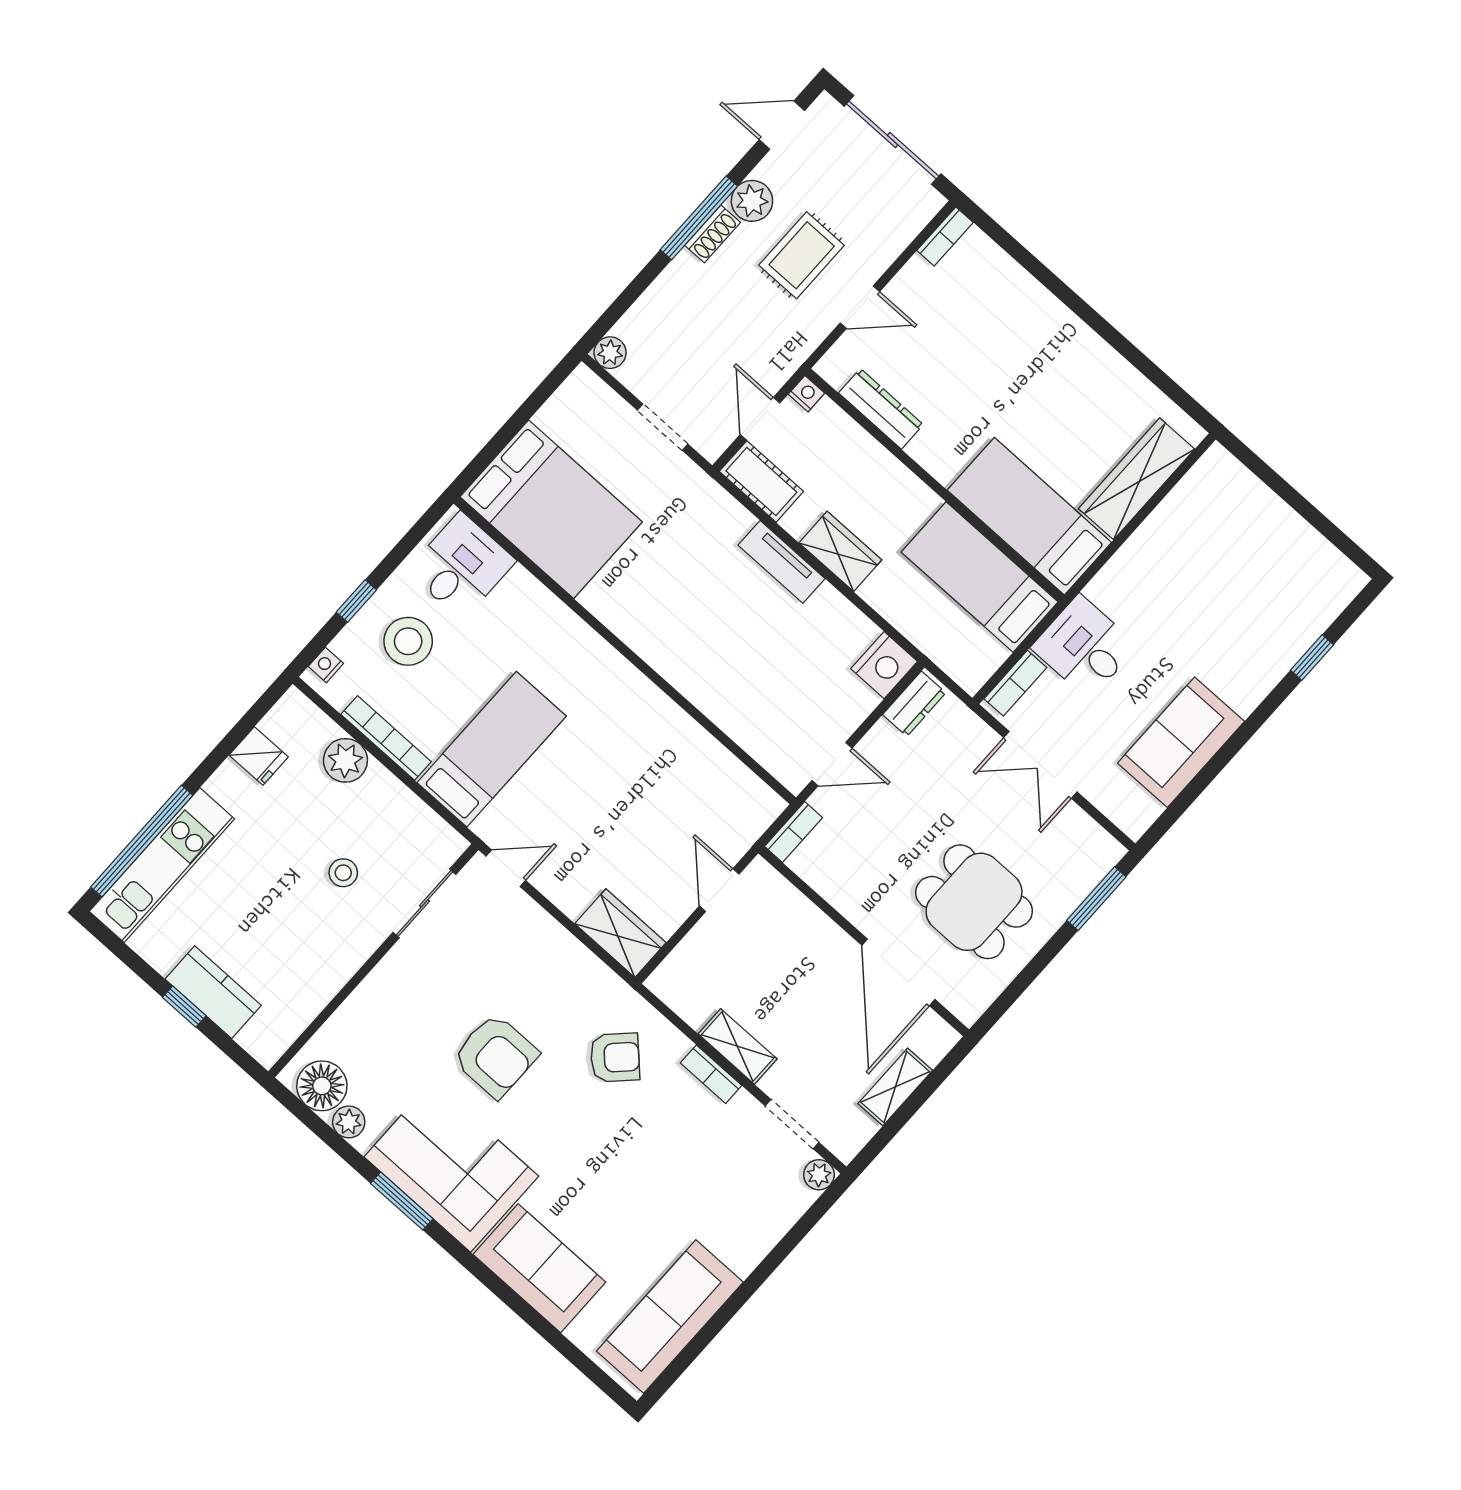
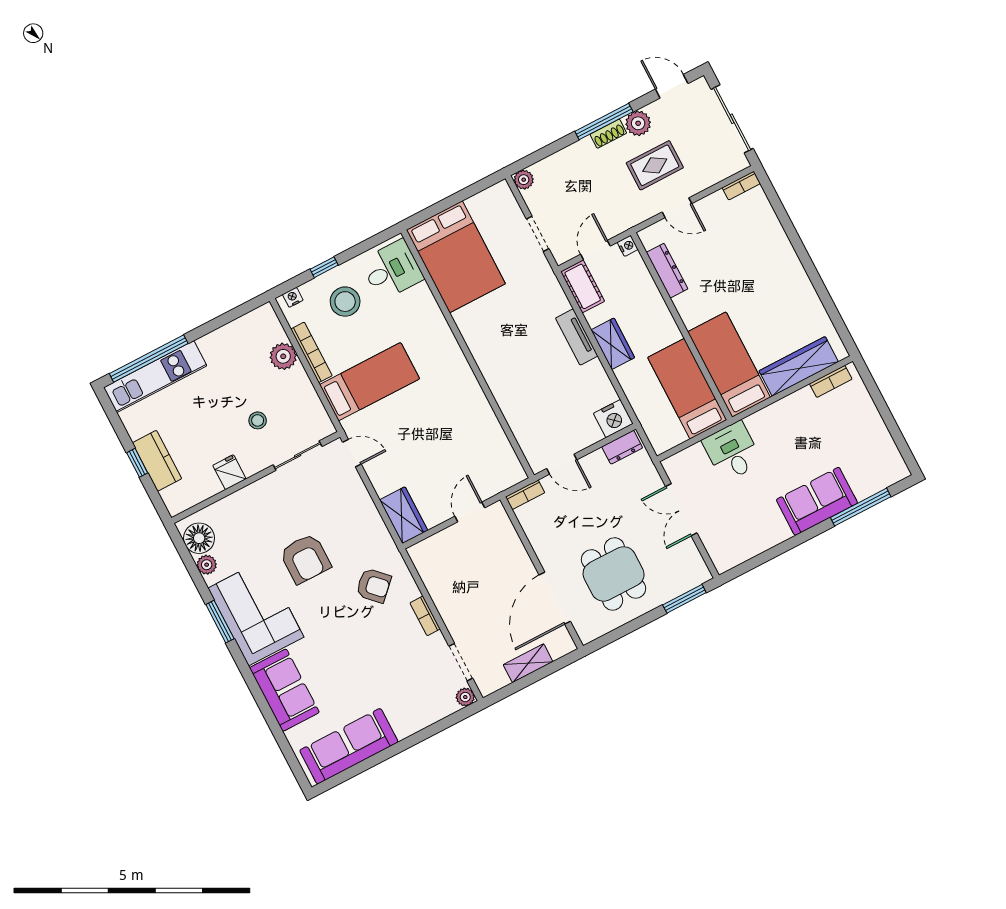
window: (1312, 658) -> (861, 507), width x2.17
bookcase: (1015, 683) -> (831, 381), moved
sofa: (1181, 742) -> (817, 501), moved
fridge: (259, 756) -> (229, 472), moved, turned 180
shelving: (738, 1046) -> (446, 606), removed

